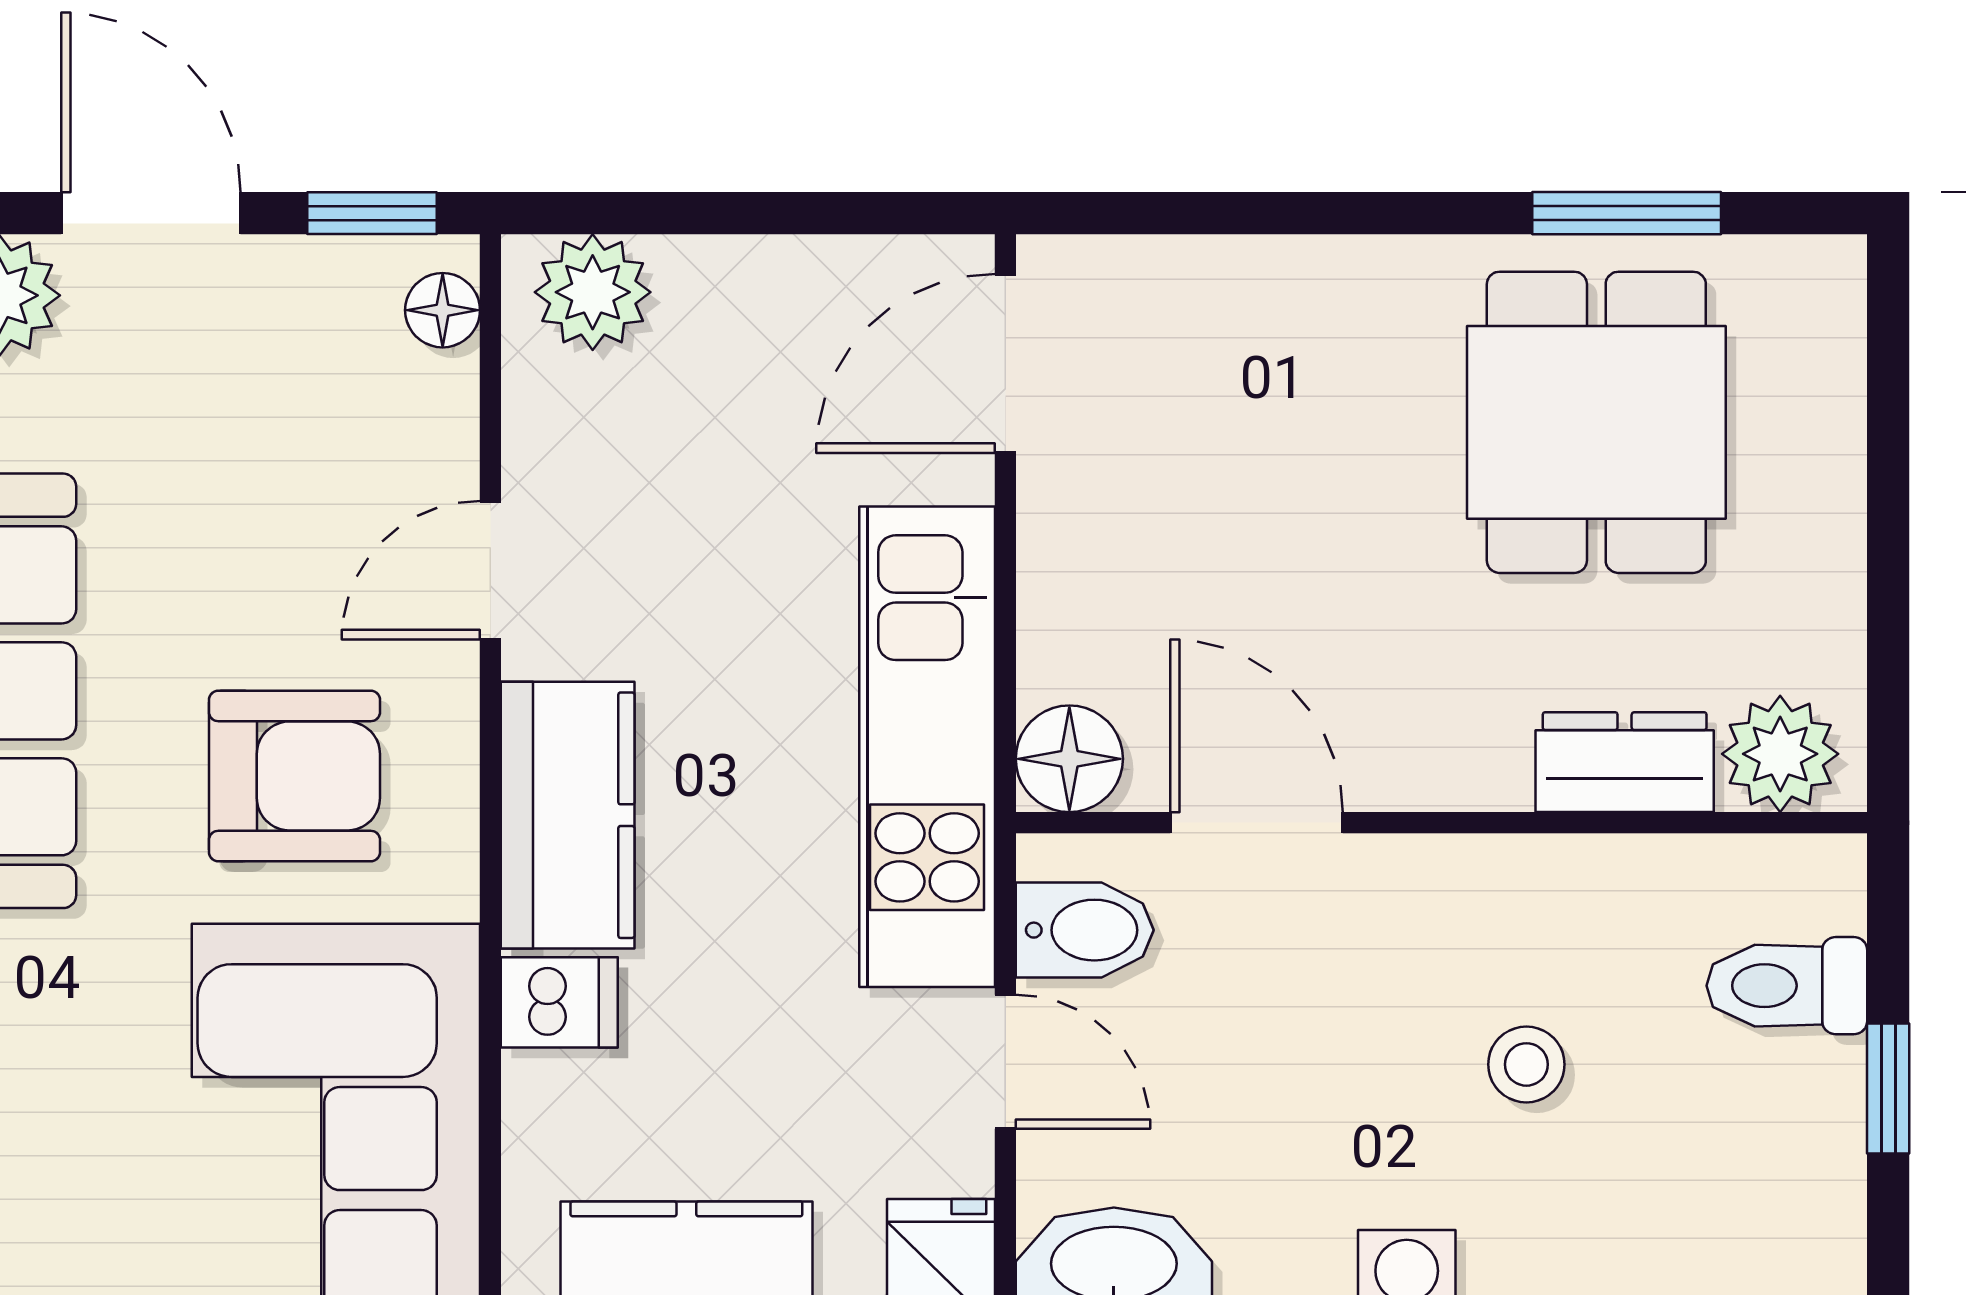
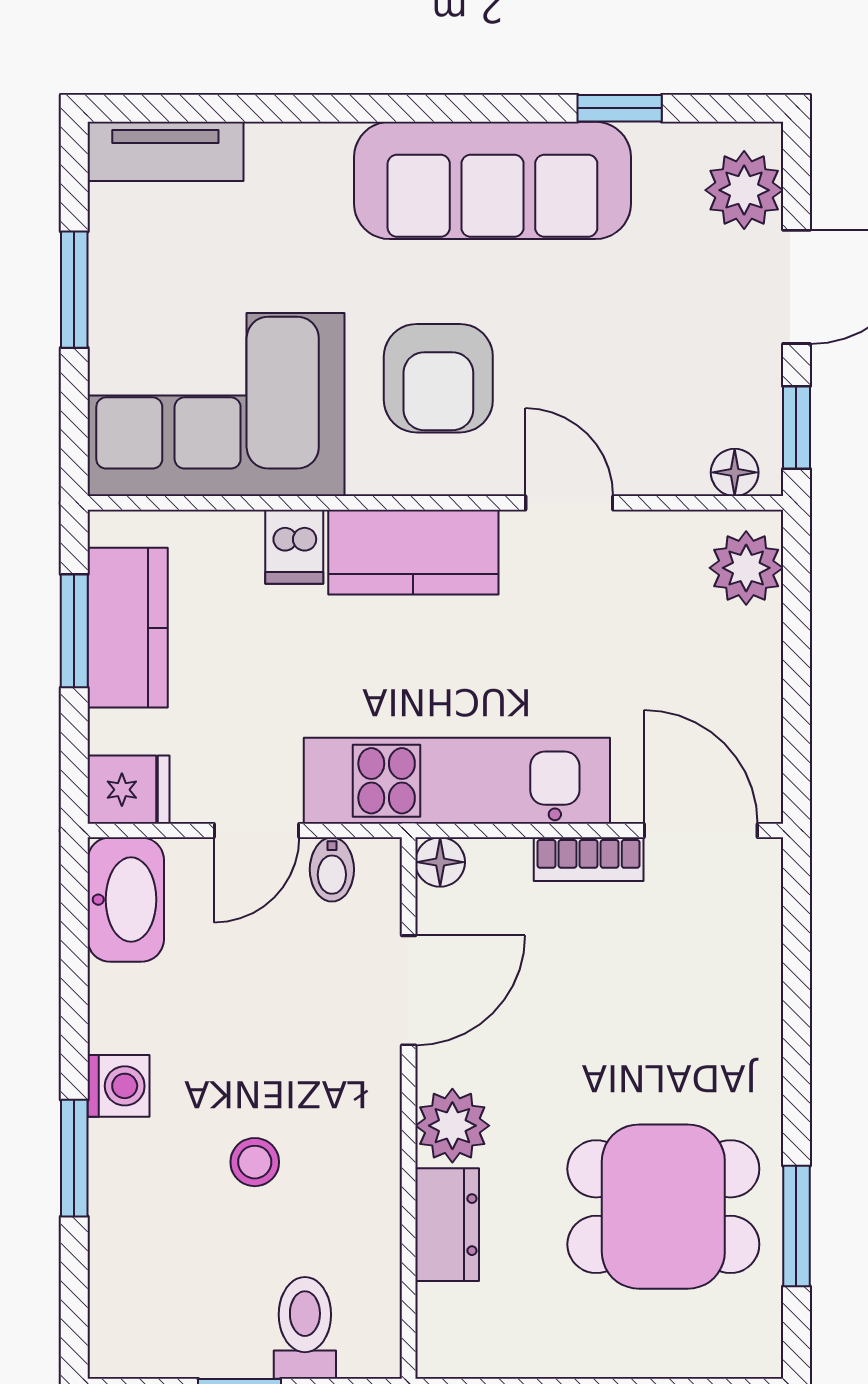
bookcase: (1050, 540) -> (589, 859), added
plant: (1780, 754) -> (452, 1126), moved
floor lamp: (1069, 759) -> (440, 862), width x0.73, depth x0.73
bidet: (1085, 930) -> (332, 869), width x0.72, depth x0.74

